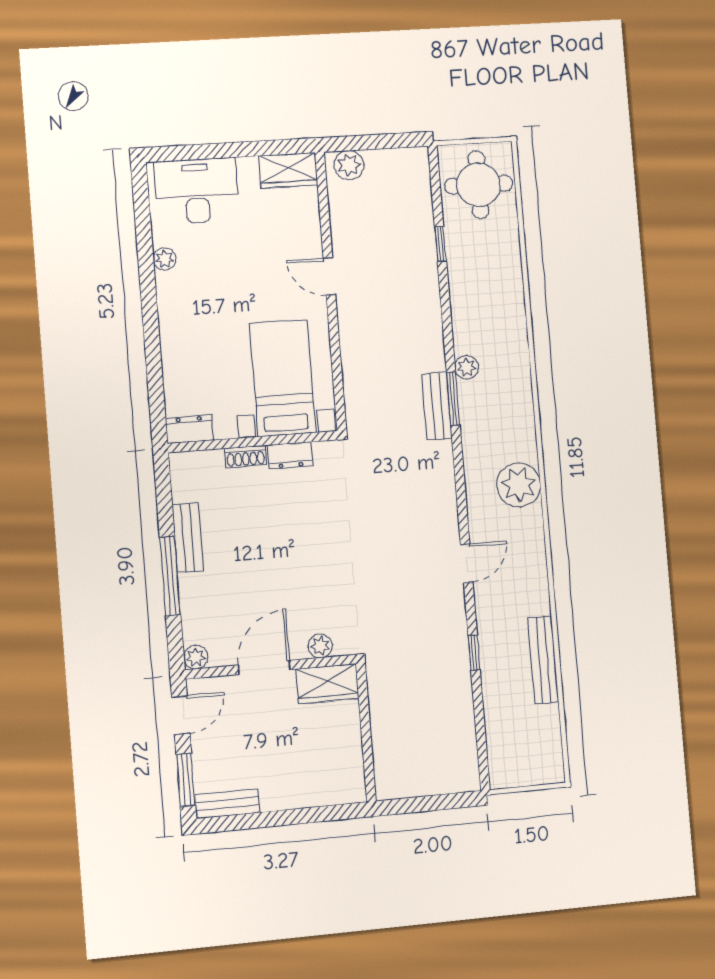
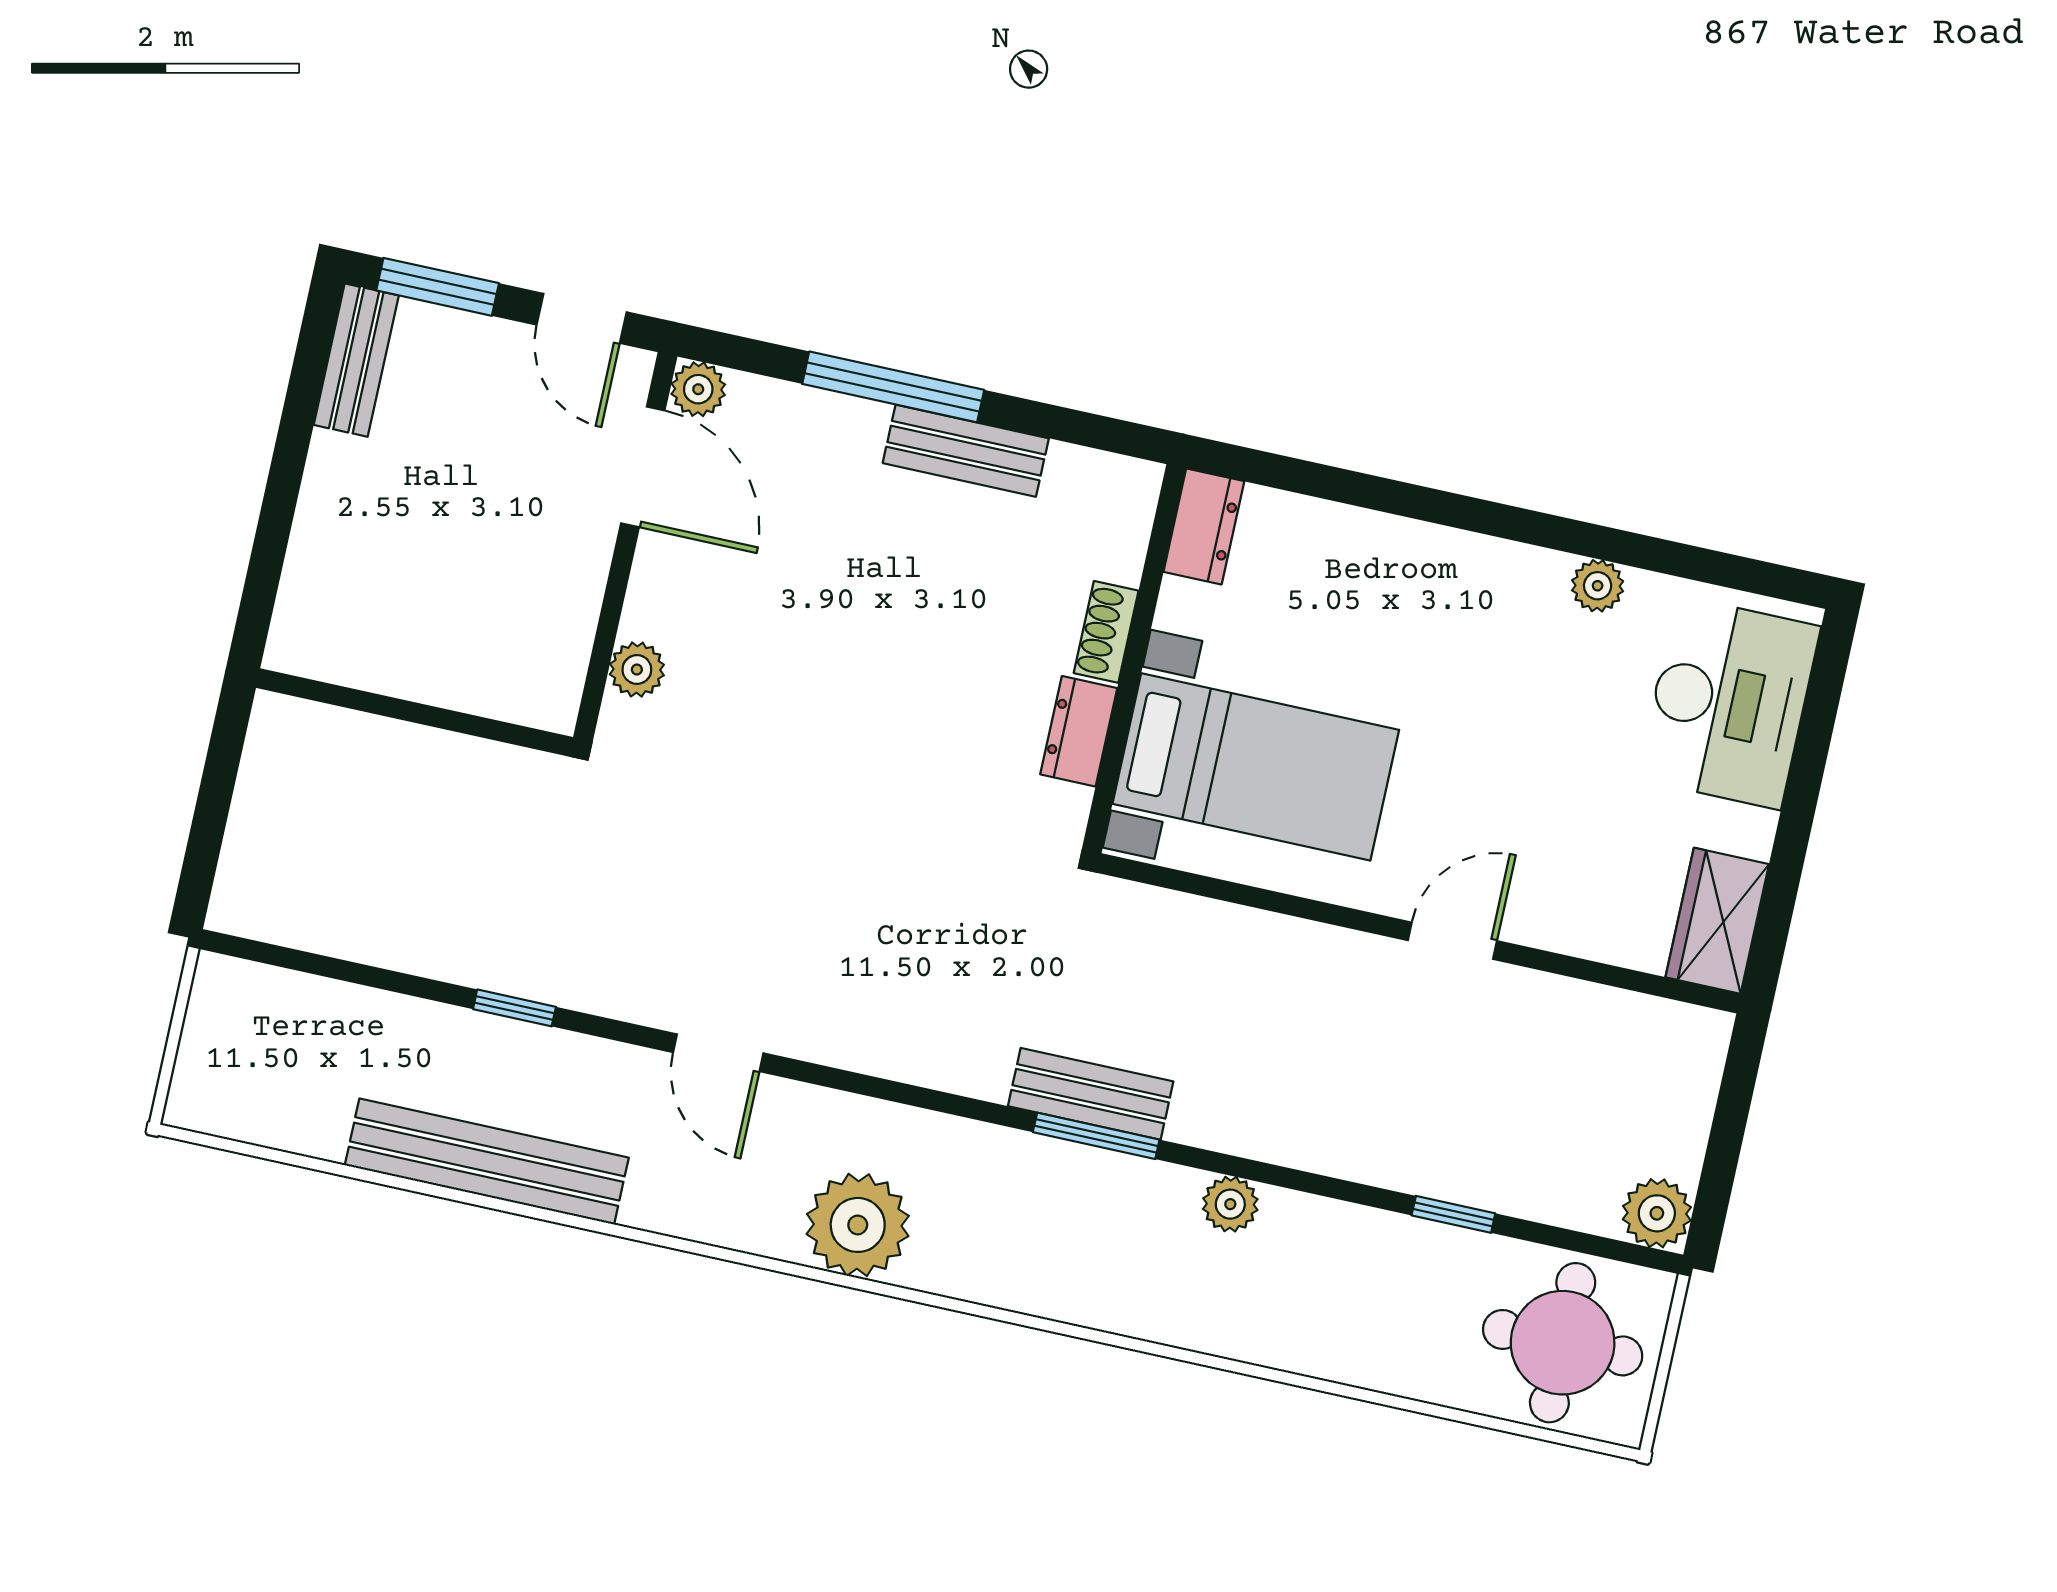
plant: (349, 165) -> (1657, 1213), moved
plant: (467, 367) -> (1230, 1204), moved
bench: (543, 660) -> (487, 1162), width x1.37, depth x1.21
door: (264, 667) -> (643, 467), moved
wardrobe: (327, 684) -> (549, 660), removed

